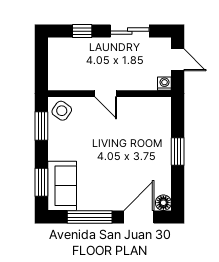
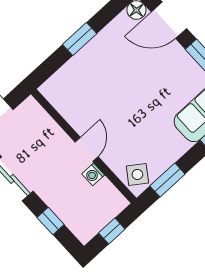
window: (41, 63) -> (112, 231), added
washing machine: (164, 84) -> (93, 174), moved

